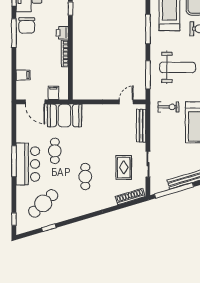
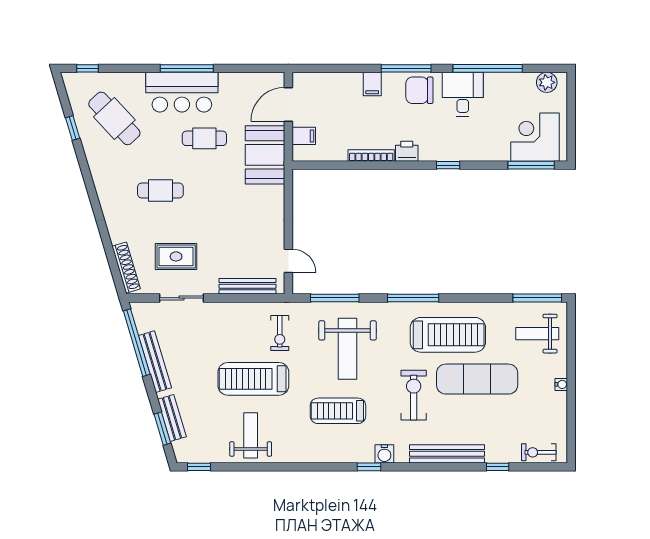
filing cabinet: (23, 75) -> (372, 84), moved

